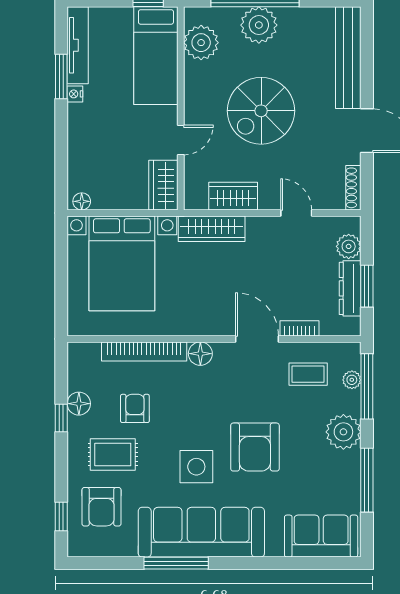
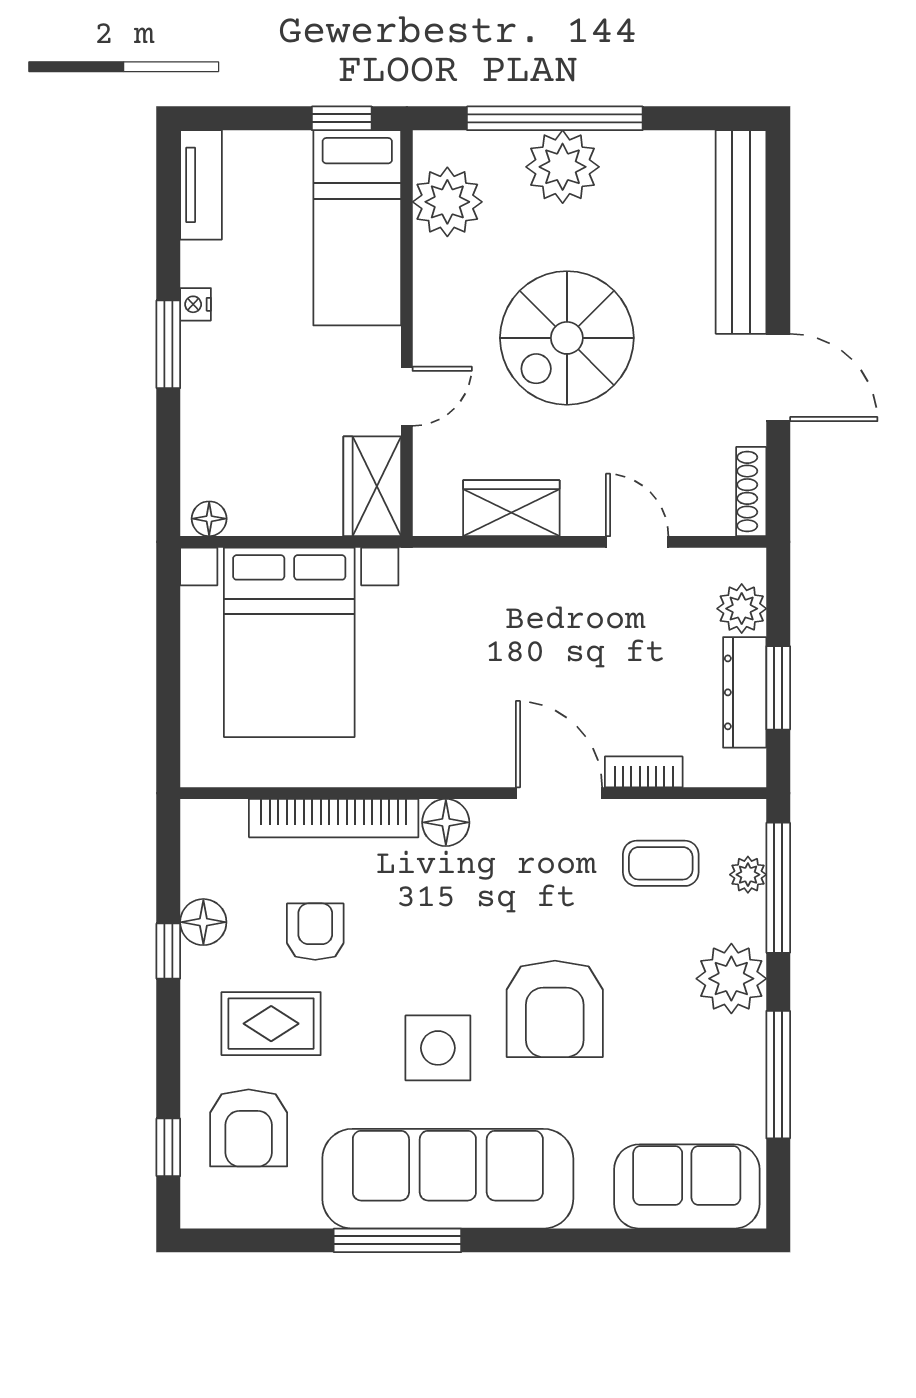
tv unit: (78, 45) -> (201, 185), width x0.71
window: (61, 77) -> (168, 344), moved
wardrobe: (212, 229) -> (468, 573), removed

